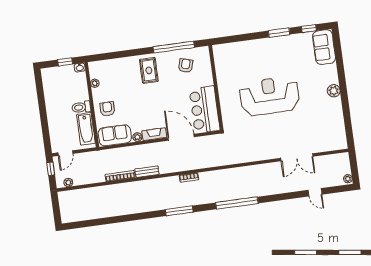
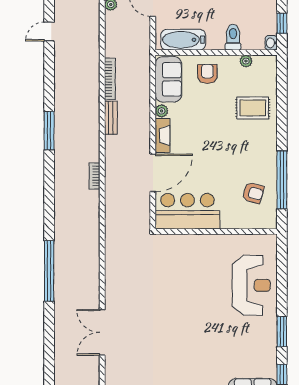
rug: (149, 70) -> (253, 108), moved
reception desk: (269, 96) -> (251, 285), moved, width x0.74, depth x0.77
toilet: (81, 107) -> (233, 37), moved
armchair: (107, 109) -> (207, 74), turned -90
door: (315, 192) -> (49, 32), moved
window: (237, 203) -> (49, 271), moved
window: (179, 211) -> (49, 131), moved

